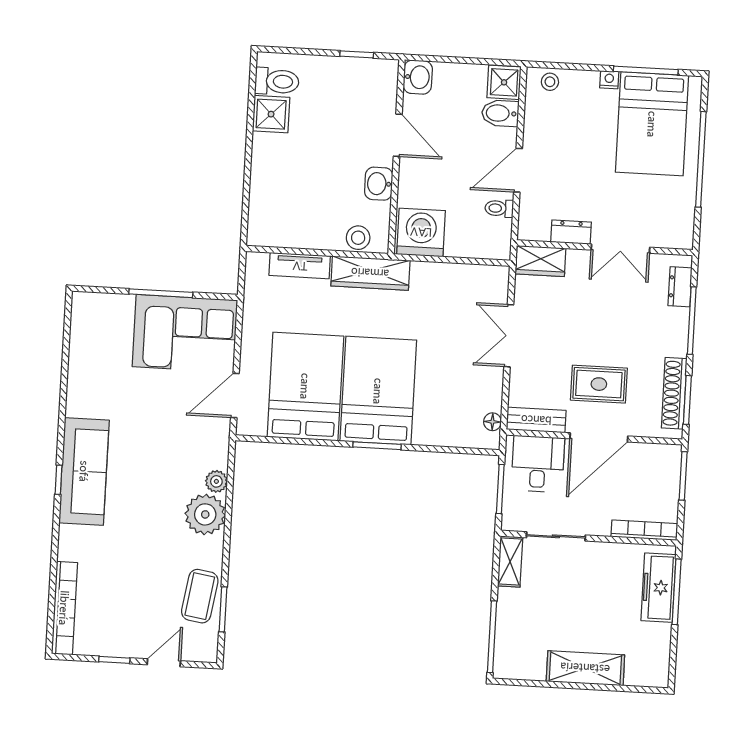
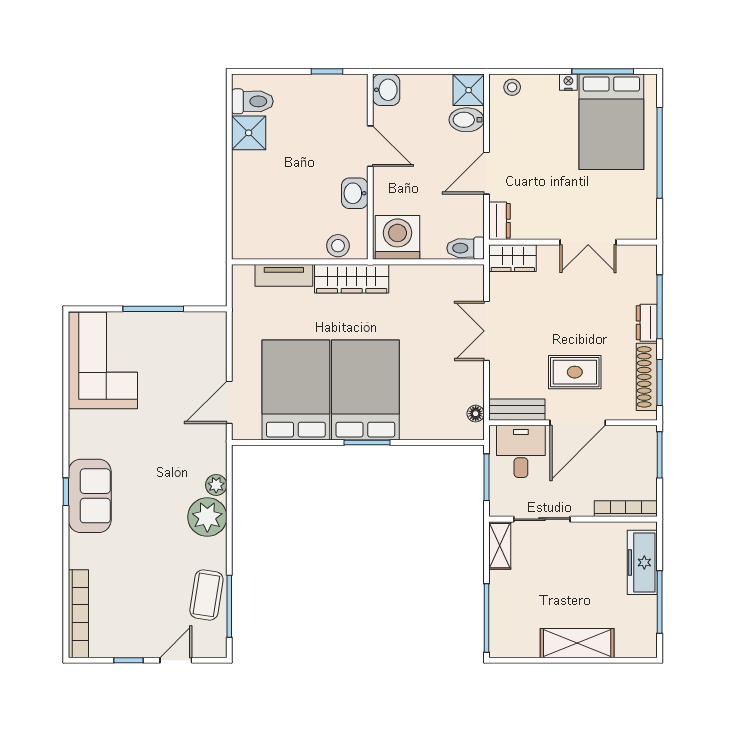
toilet: (499, 208) -> (465, 248), moved, width x1.37, depth x1.39
dresser: (571, 232) -> (500, 221), moved, turned 90
dresser: (680, 287) -> (647, 323), moved
corner sofa: (185, 333) -> (103, 361), moved, turned -90
sofa: (84, 471) -> (90, 496), width x0.73
window: (677, 592) -> (660, 602), moved
window: (223, 609) -> (229, 606), width x1.44

